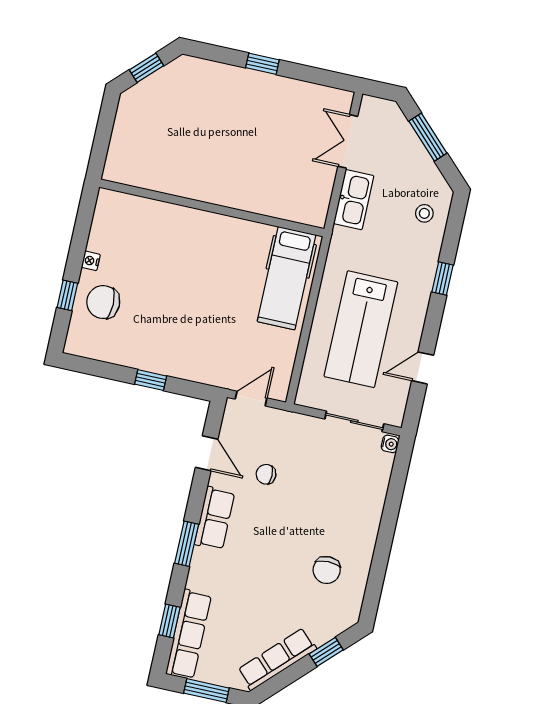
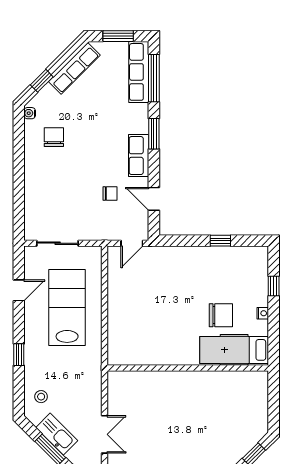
kitchen sink: (354, 200) -> (57, 434), moved, turned 135
hospital bed: (287, 278) -> (234, 350), moved, turned -90
chair: (103, 302) -> (221, 315), moved
window: (151, 380) -> (220, 241), moved
water cooler: (390, 444) -> (30, 113), moved
window: (169, 621) -> (154, 78), width x2.17

